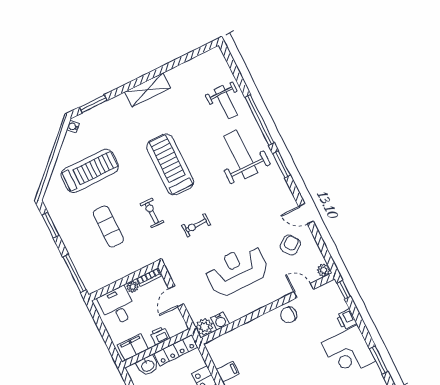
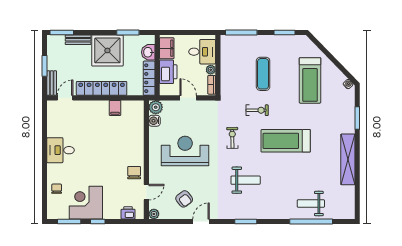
shelving: (147, 90) -> (348, 159), width x1.47
window: (93, 104) -> (357, 118), moved
window: (259, 120) -> (311, 221), moved
weight bench: (241, 154) -> (246, 180), moved, width x0.73, depth x0.75
treadmill: (170, 164) -> (286, 141), turned 180
exercise mat: (108, 226) -> (263, 74), turned 90
reception desk: (237, 270) -> (185, 151), turned -90
window: (344, 290) -> (98, 221), moved
printer: (346, 319) -> (128, 213), moved
printer: (160, 336) -> (168, 72), width x1.87, depth x1.48

